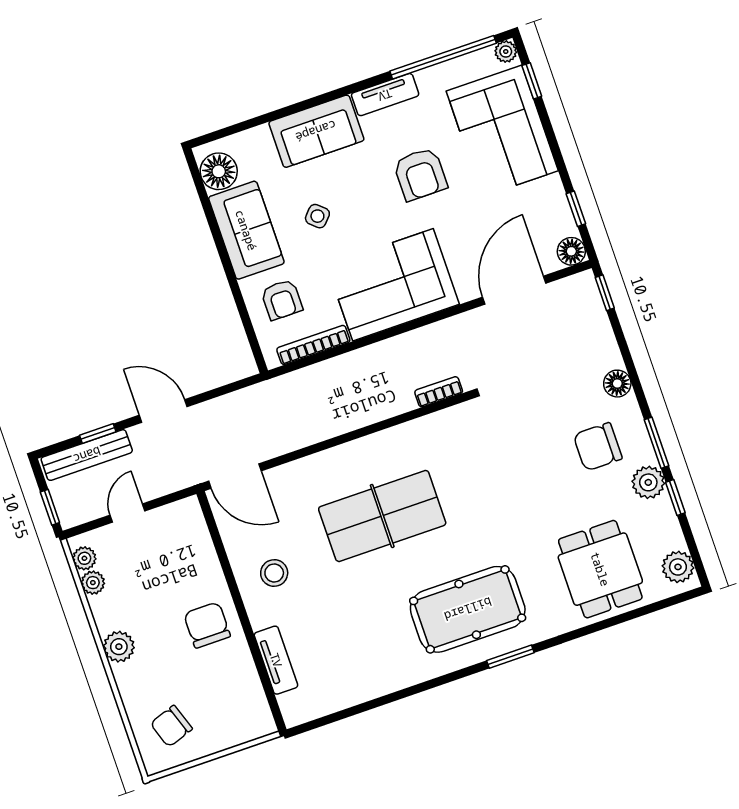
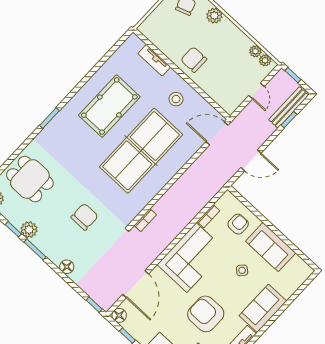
floor lamp: (219, 171) -> (297, 267), removed
armchair: (420, 174) -> (206, 314), width x1.36, depth x1.36
armchair: (282, 300) -> (238, 224), turned 90
bookcase: (313, 345) -> (208, 216), width x0.64
door: (163, 411) -> (251, 160), moved
chair: (598, 447) -> (85, 217), moved
table tennis table: (382, 516) -> (141, 151), width x1.36, depth x1.32
pool table: (468, 609) -> (109, 106), moved
chair: (207, 625) -> (194, 60), turned 180
plant: (119, 647) -> (214, 16), moved

